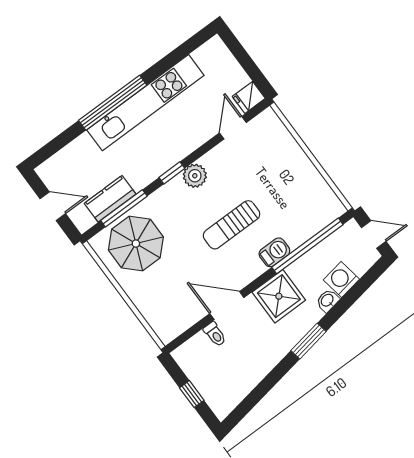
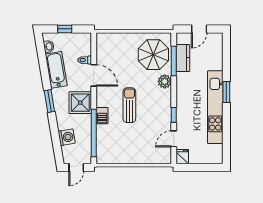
window: (113, 103) -> (226, 92), width x0.47
door: (233, 128) -> (174, 139), swing flipped
window: (172, 173) -> (174, 115), moved
plant: (195, 176) -> (165, 81), moved
washbasin: (327, 301) -> (49, 46), moved
door: (227, 306) -> (94, 75), hinge flipped
bathtub: (258, 364) -> (56, 70), added

